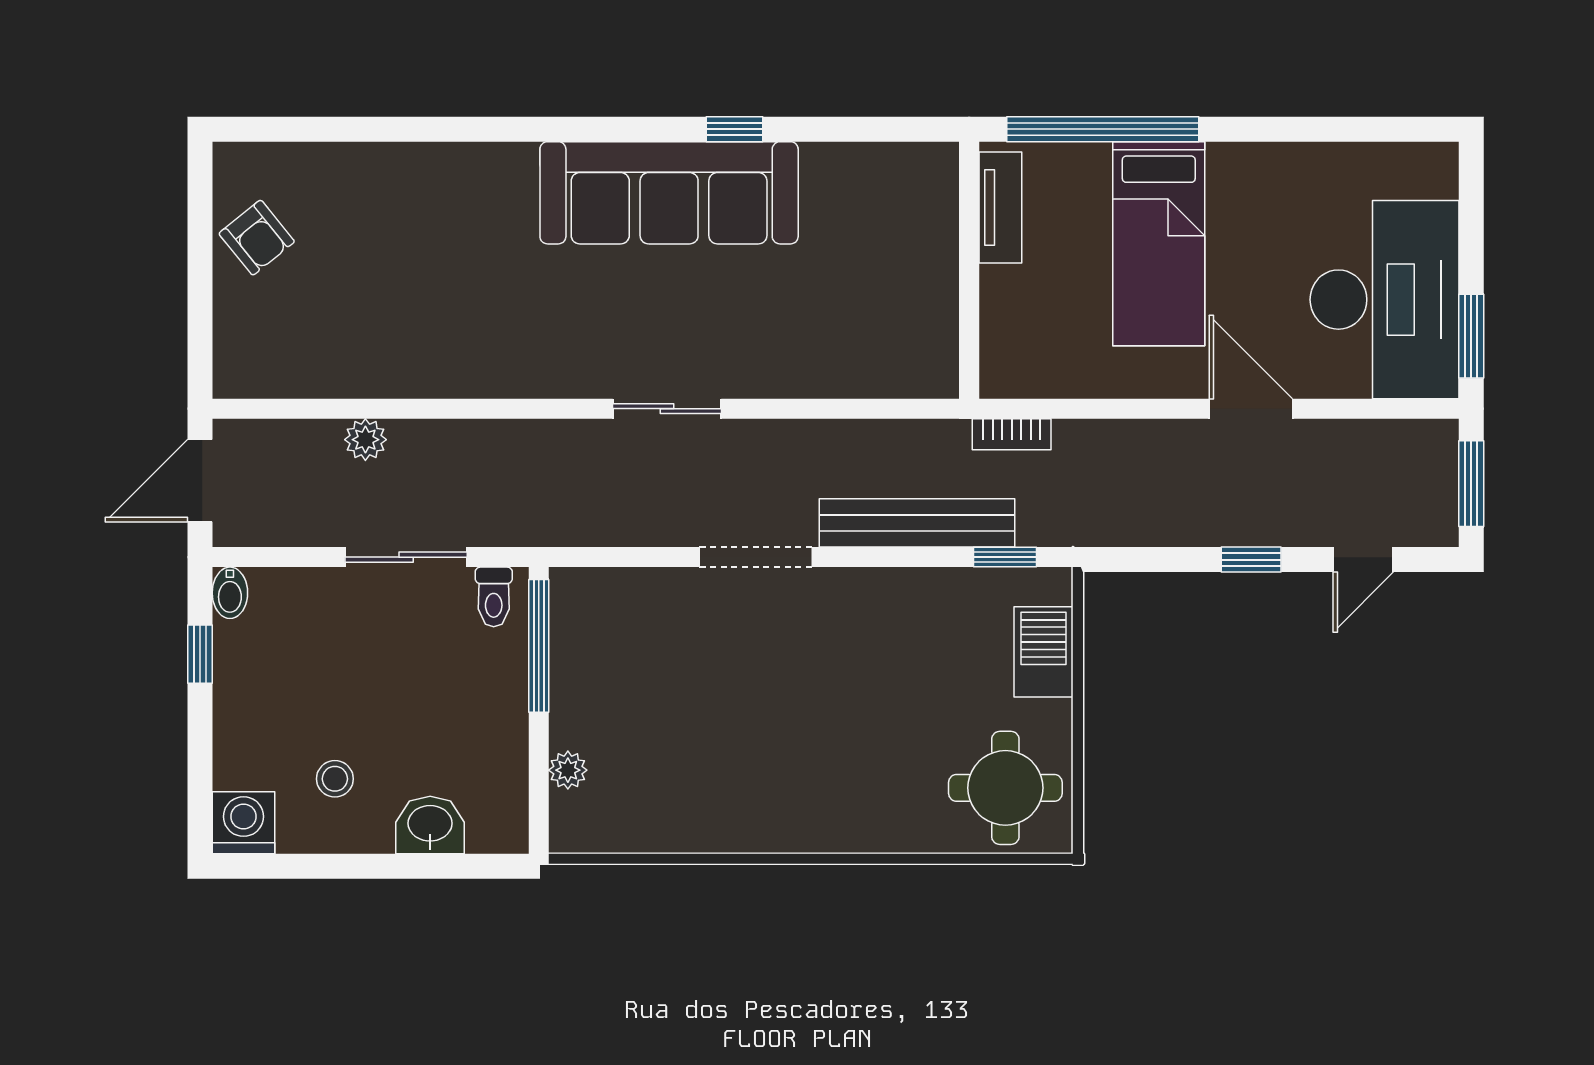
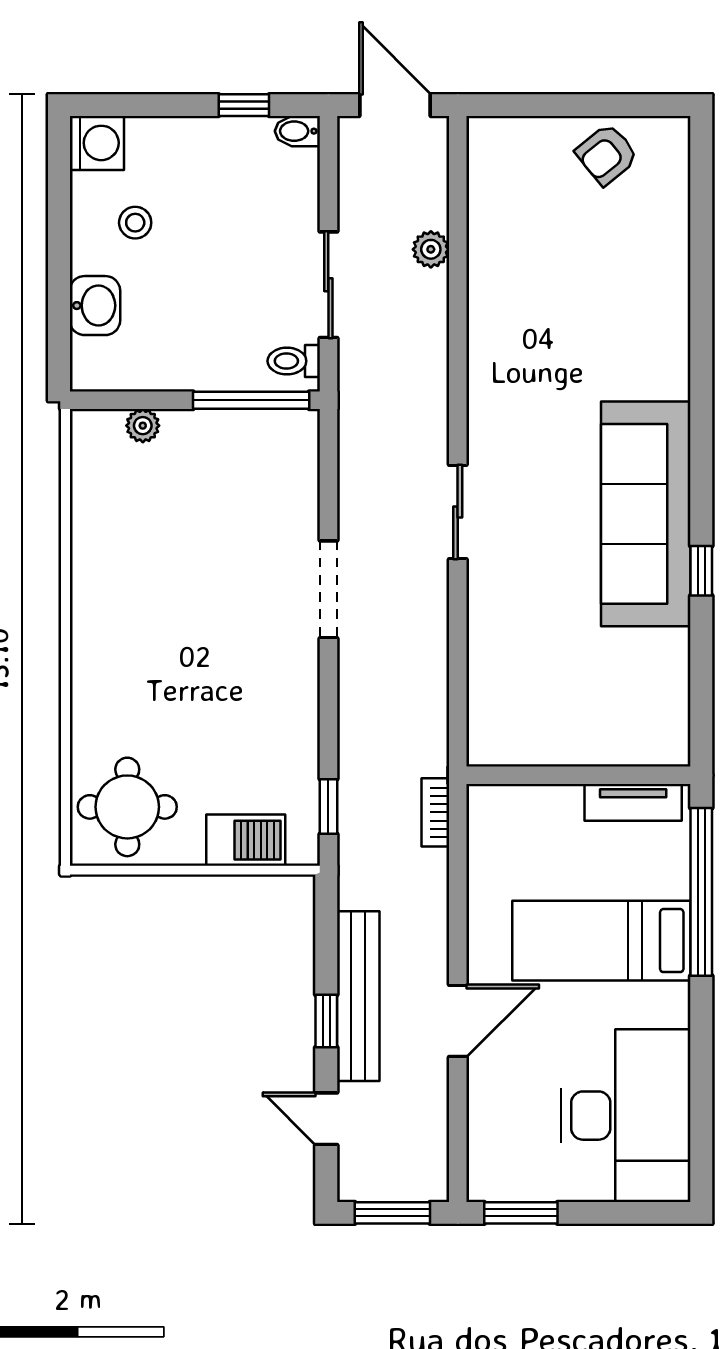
desk: (1384, 300) -> (626, 1116), moved, turned -90
bench: (917, 523) -> (358, 996), moved

